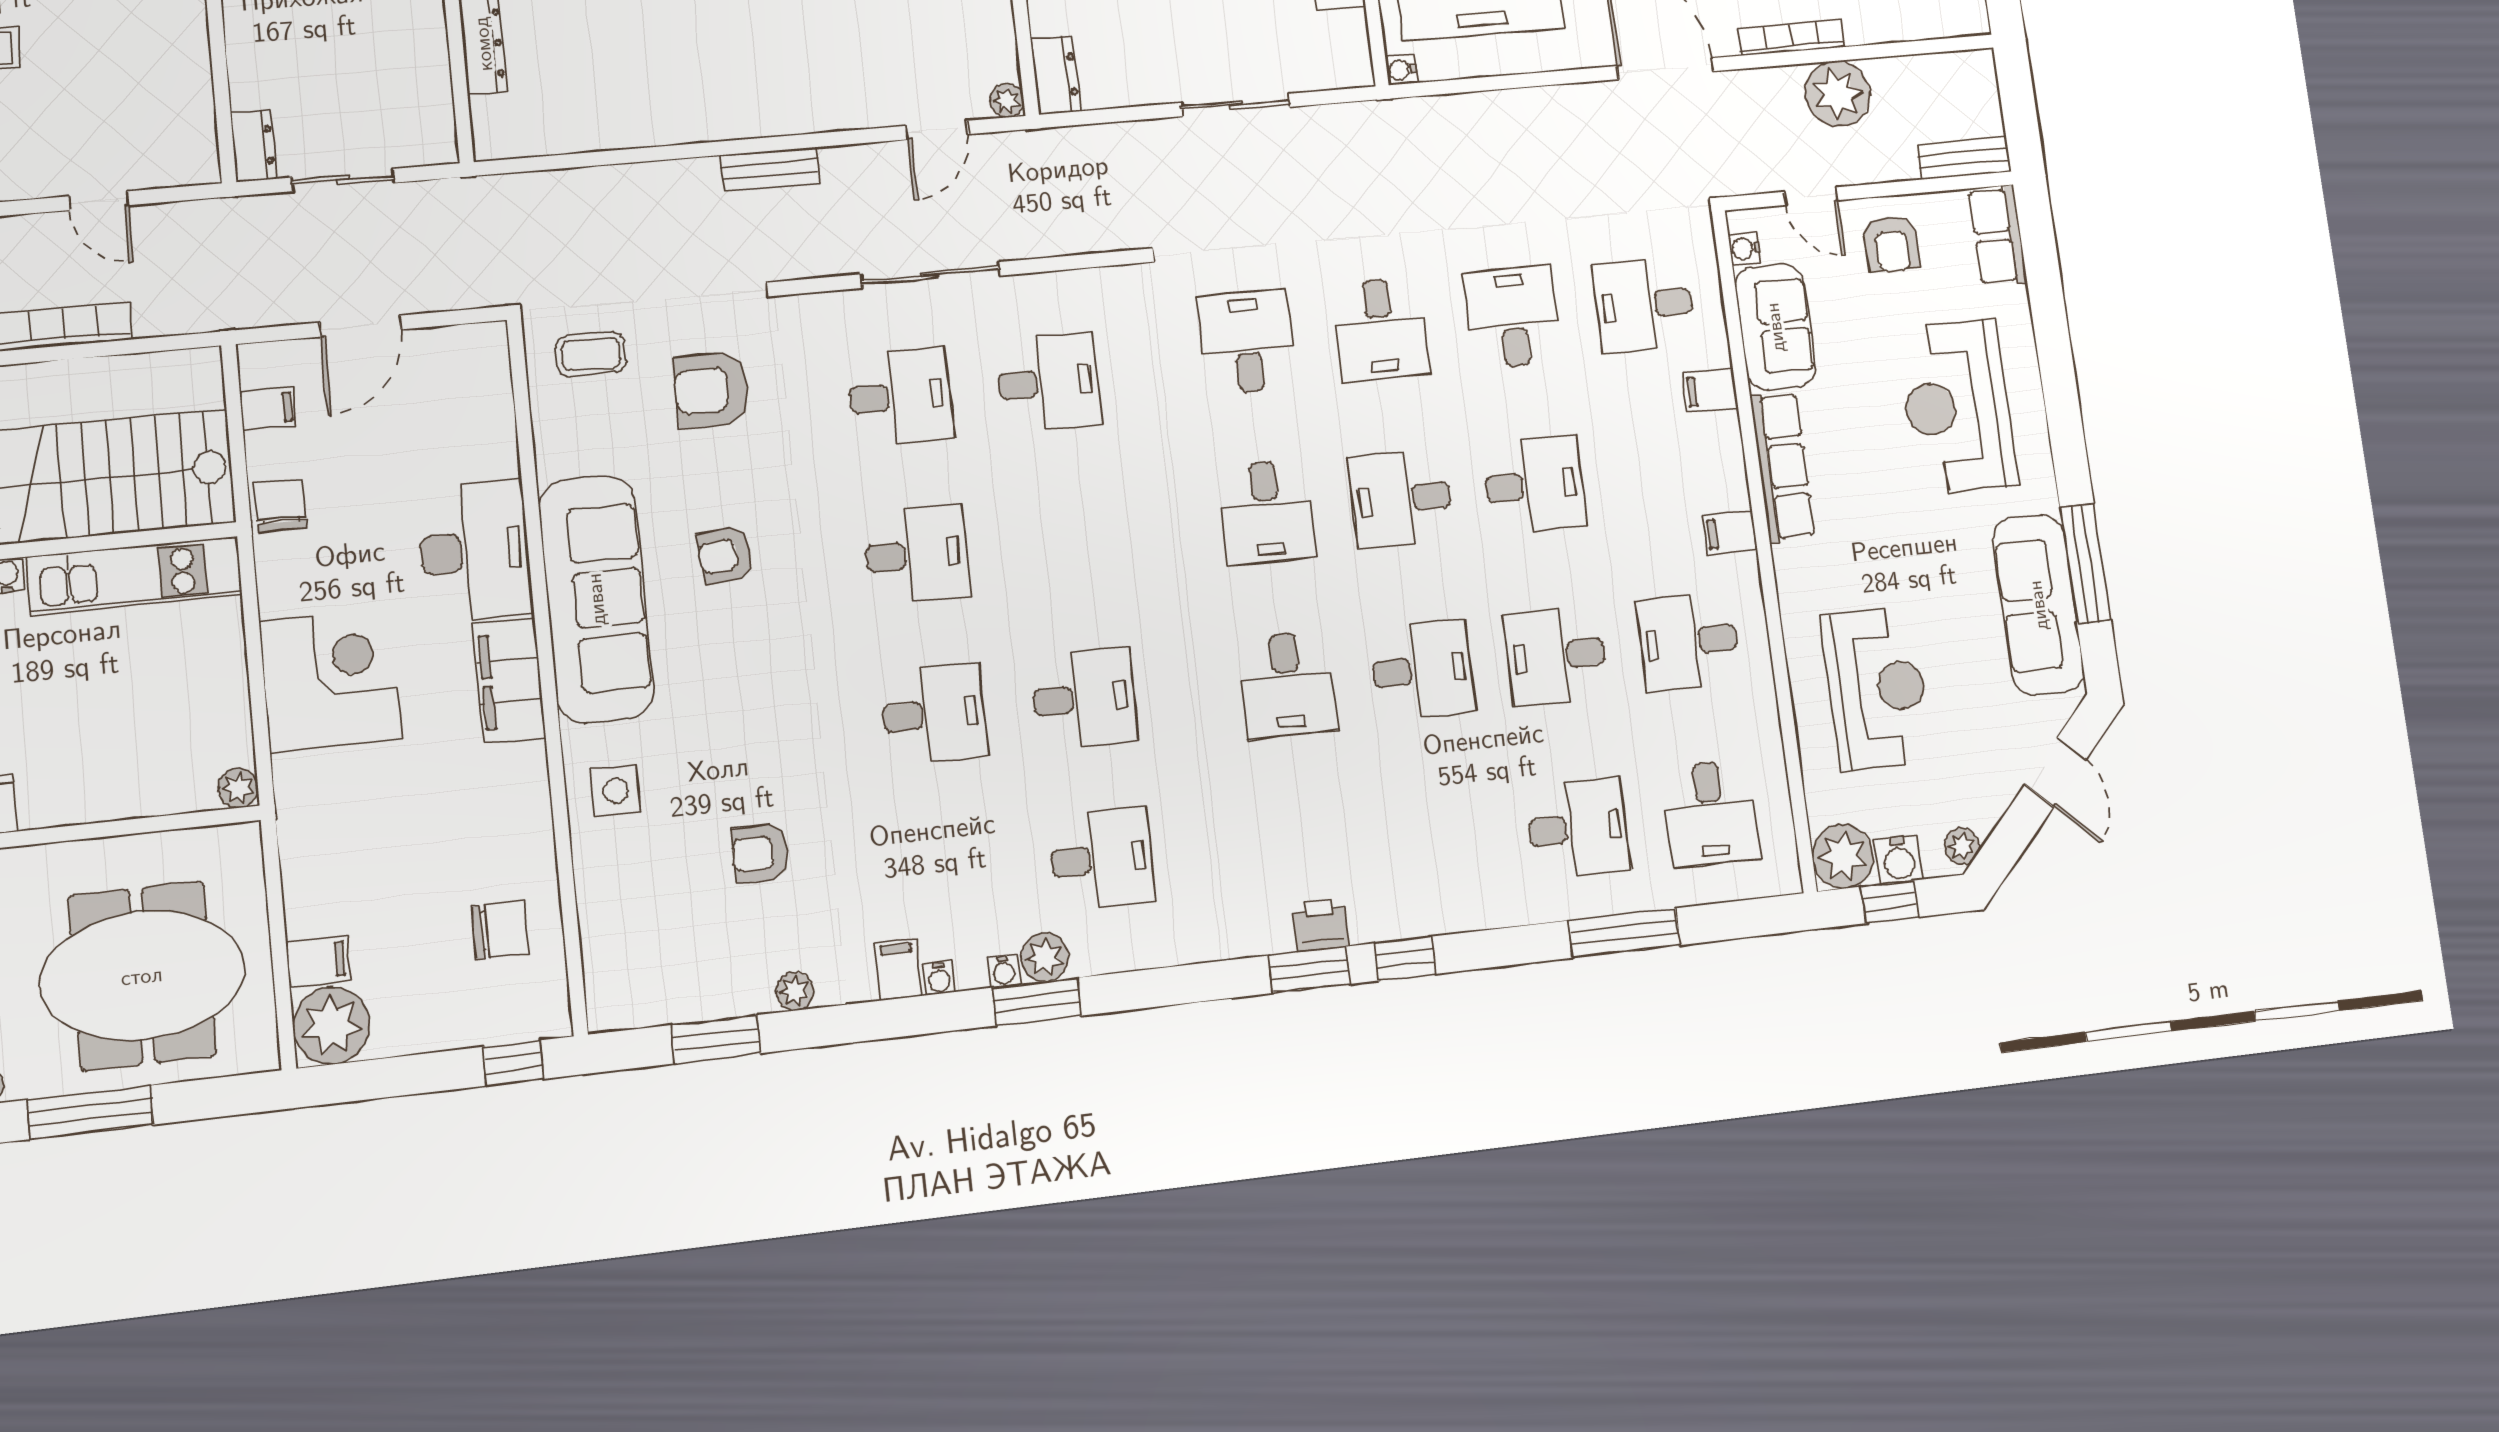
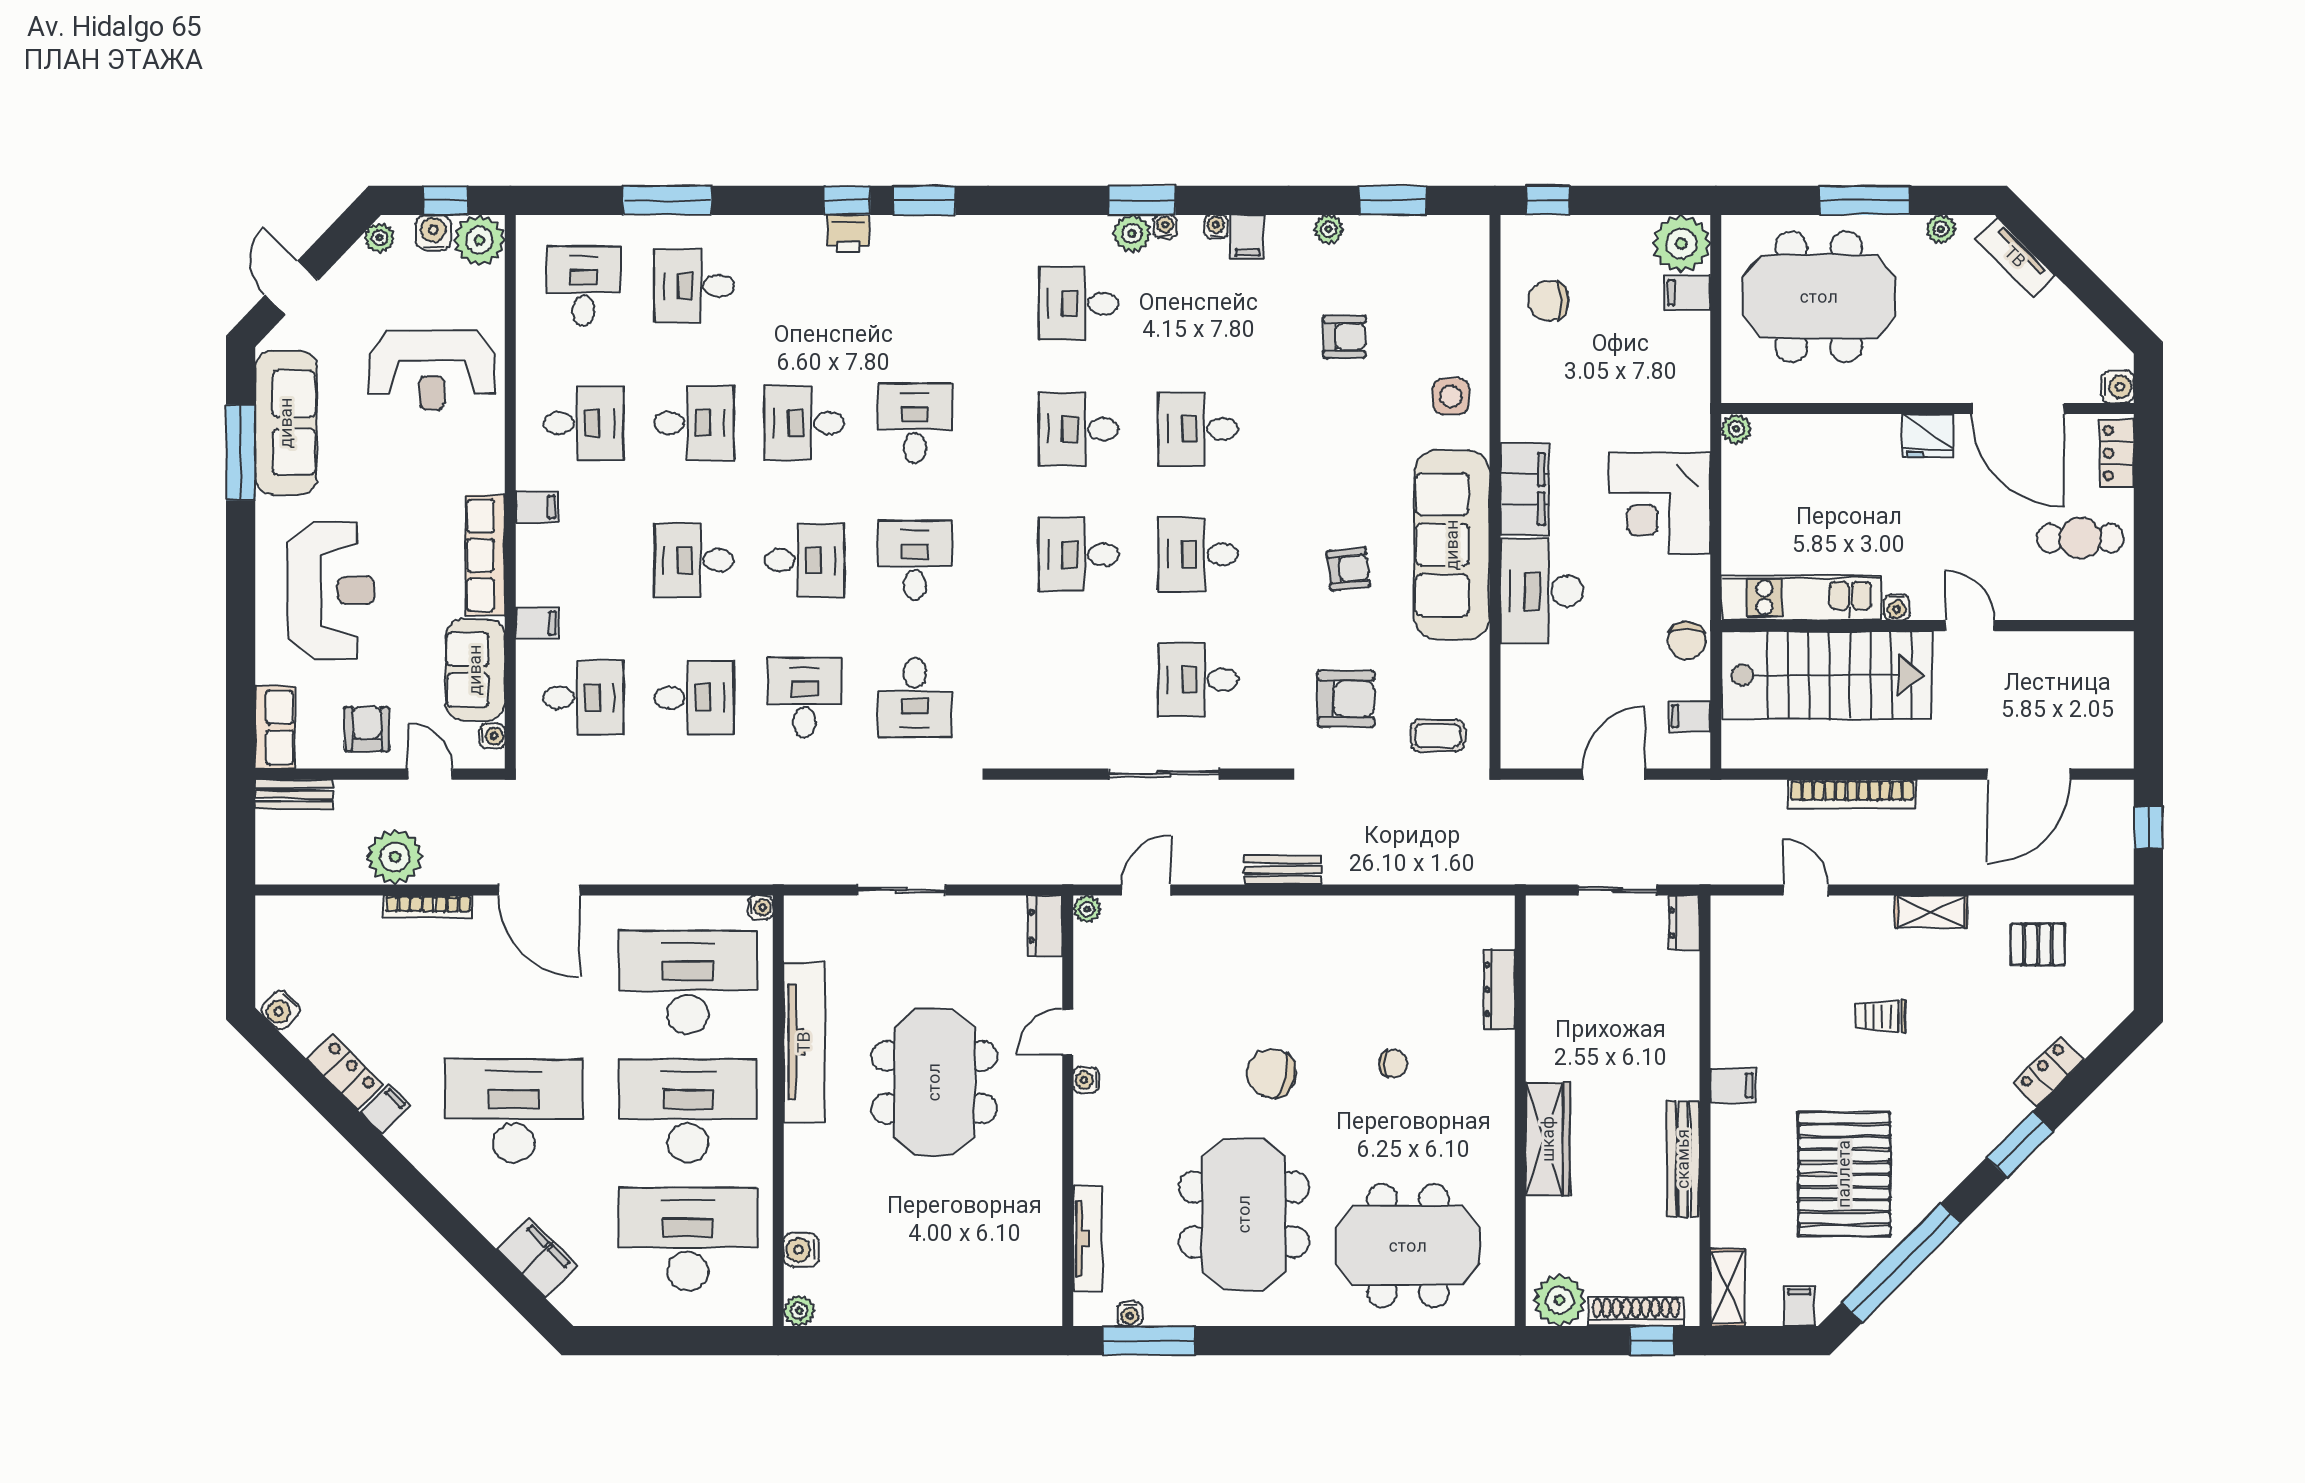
desk: (1513, 317) -> (694, 698), turned -90
desk: (1049, 382) -> (1079, 554), moved
reception desk: (1877, 688) -> (432, 370), turned -90
printer: (1320, 925) -> (848, 234), moved

